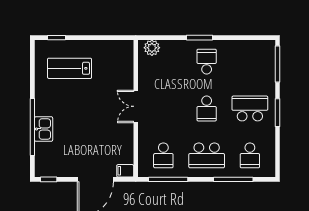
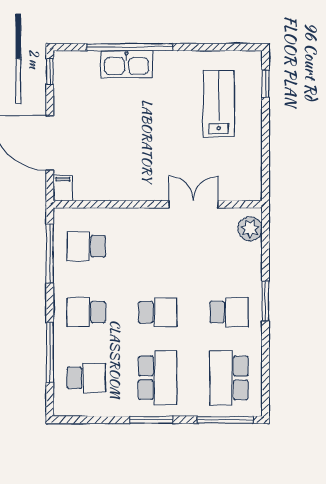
school desk: (250, 62) -> (229, 378), added
double door: (136, 106) -> (193, 204), moved
school desk: (207, 108) -> (158, 312), turned 180
kitchen sink: (44, 129) -> (126, 64), width x1.38
school desk: (207, 155) -> (86, 312), width x0.54
school desk: (250, 155) -> (86, 378), turned 180

